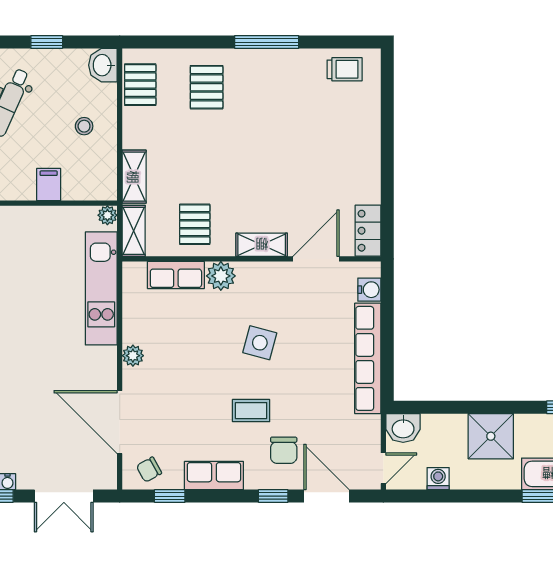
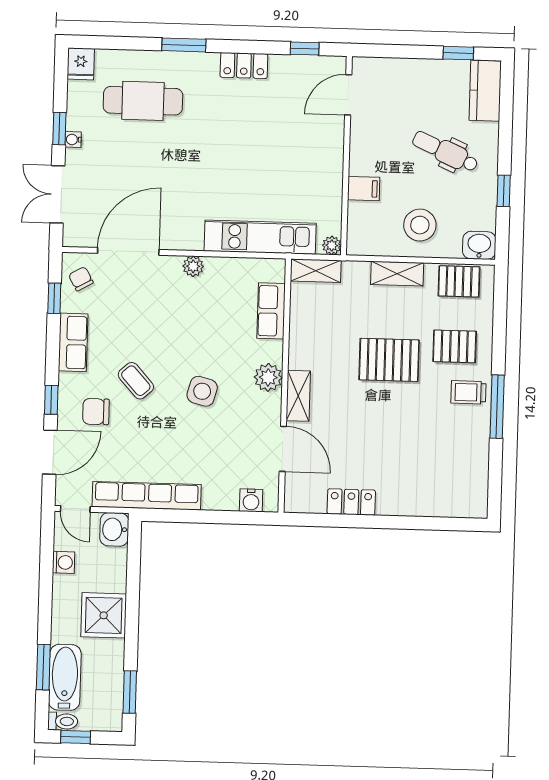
trolley: (345, 69) -> (468, 392), moved, turned 90
stool: (84, 126) -> (420, 225), width x1.89, depth x1.89
shelving: (134, 177) -> (397, 274), moved
pallet: (195, 224) -> (389, 360), moved, width x1.50, depth x1.42
locker: (368, 231) -> (351, 502), moved
plant: (221, 276) -> (268, 377), moved
row of seats: (368, 358) -> (147, 496), moved
coffee table: (251, 411) -> (136, 381), turned -42

